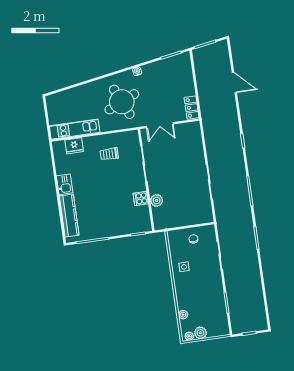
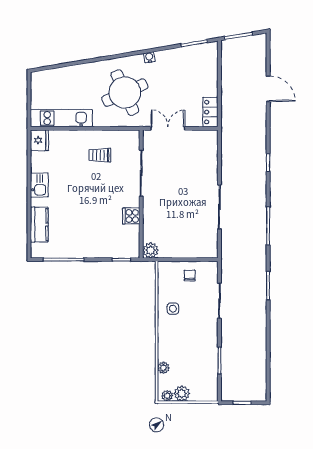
double door: (160, 125) -> (168, 128), swing flipped
fridge: (74, 146) -> (40, 140), moved, turned -90
plant: (157, 200) -> (151, 250), moved
kitchen counter: (69, 216) -> (39, 225), width x0.67

